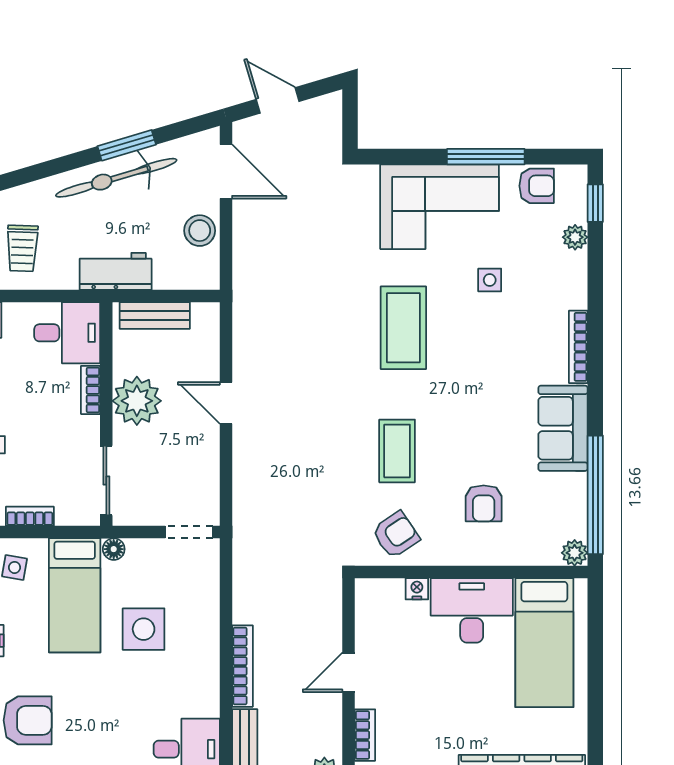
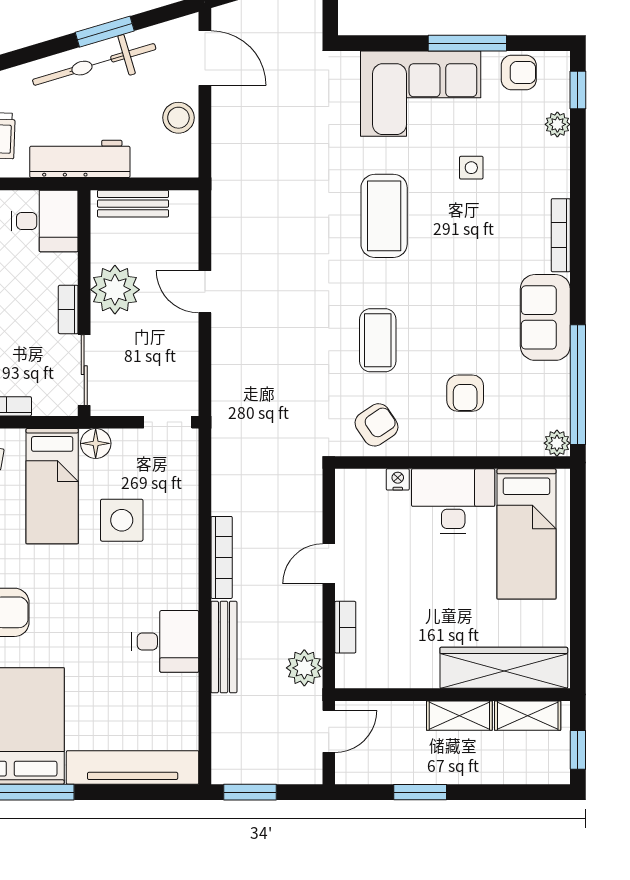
workbench: (116, 271) -> (80, 159), width x1.38
bookcase: (91, 390) -> (68, 309), moved
floor lamp: (114, 549) -> (96, 443), width x1.37, depth x1.37

